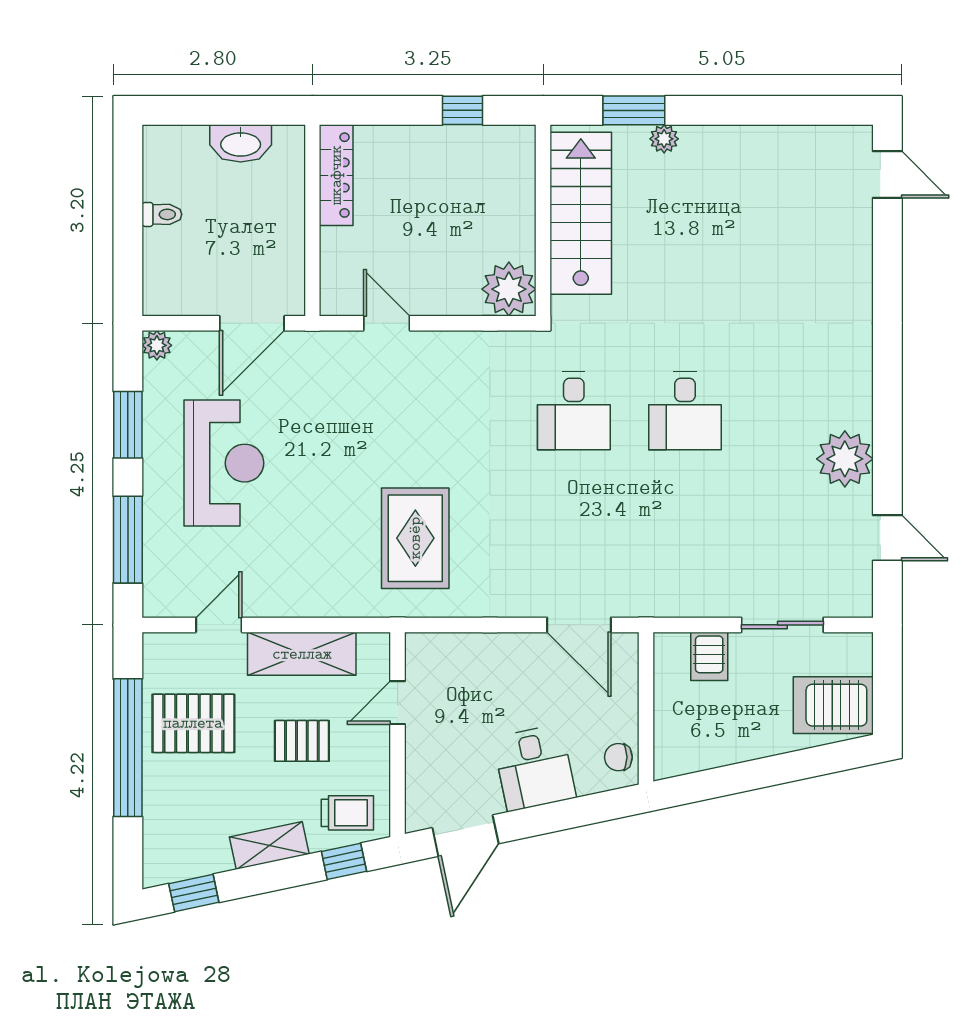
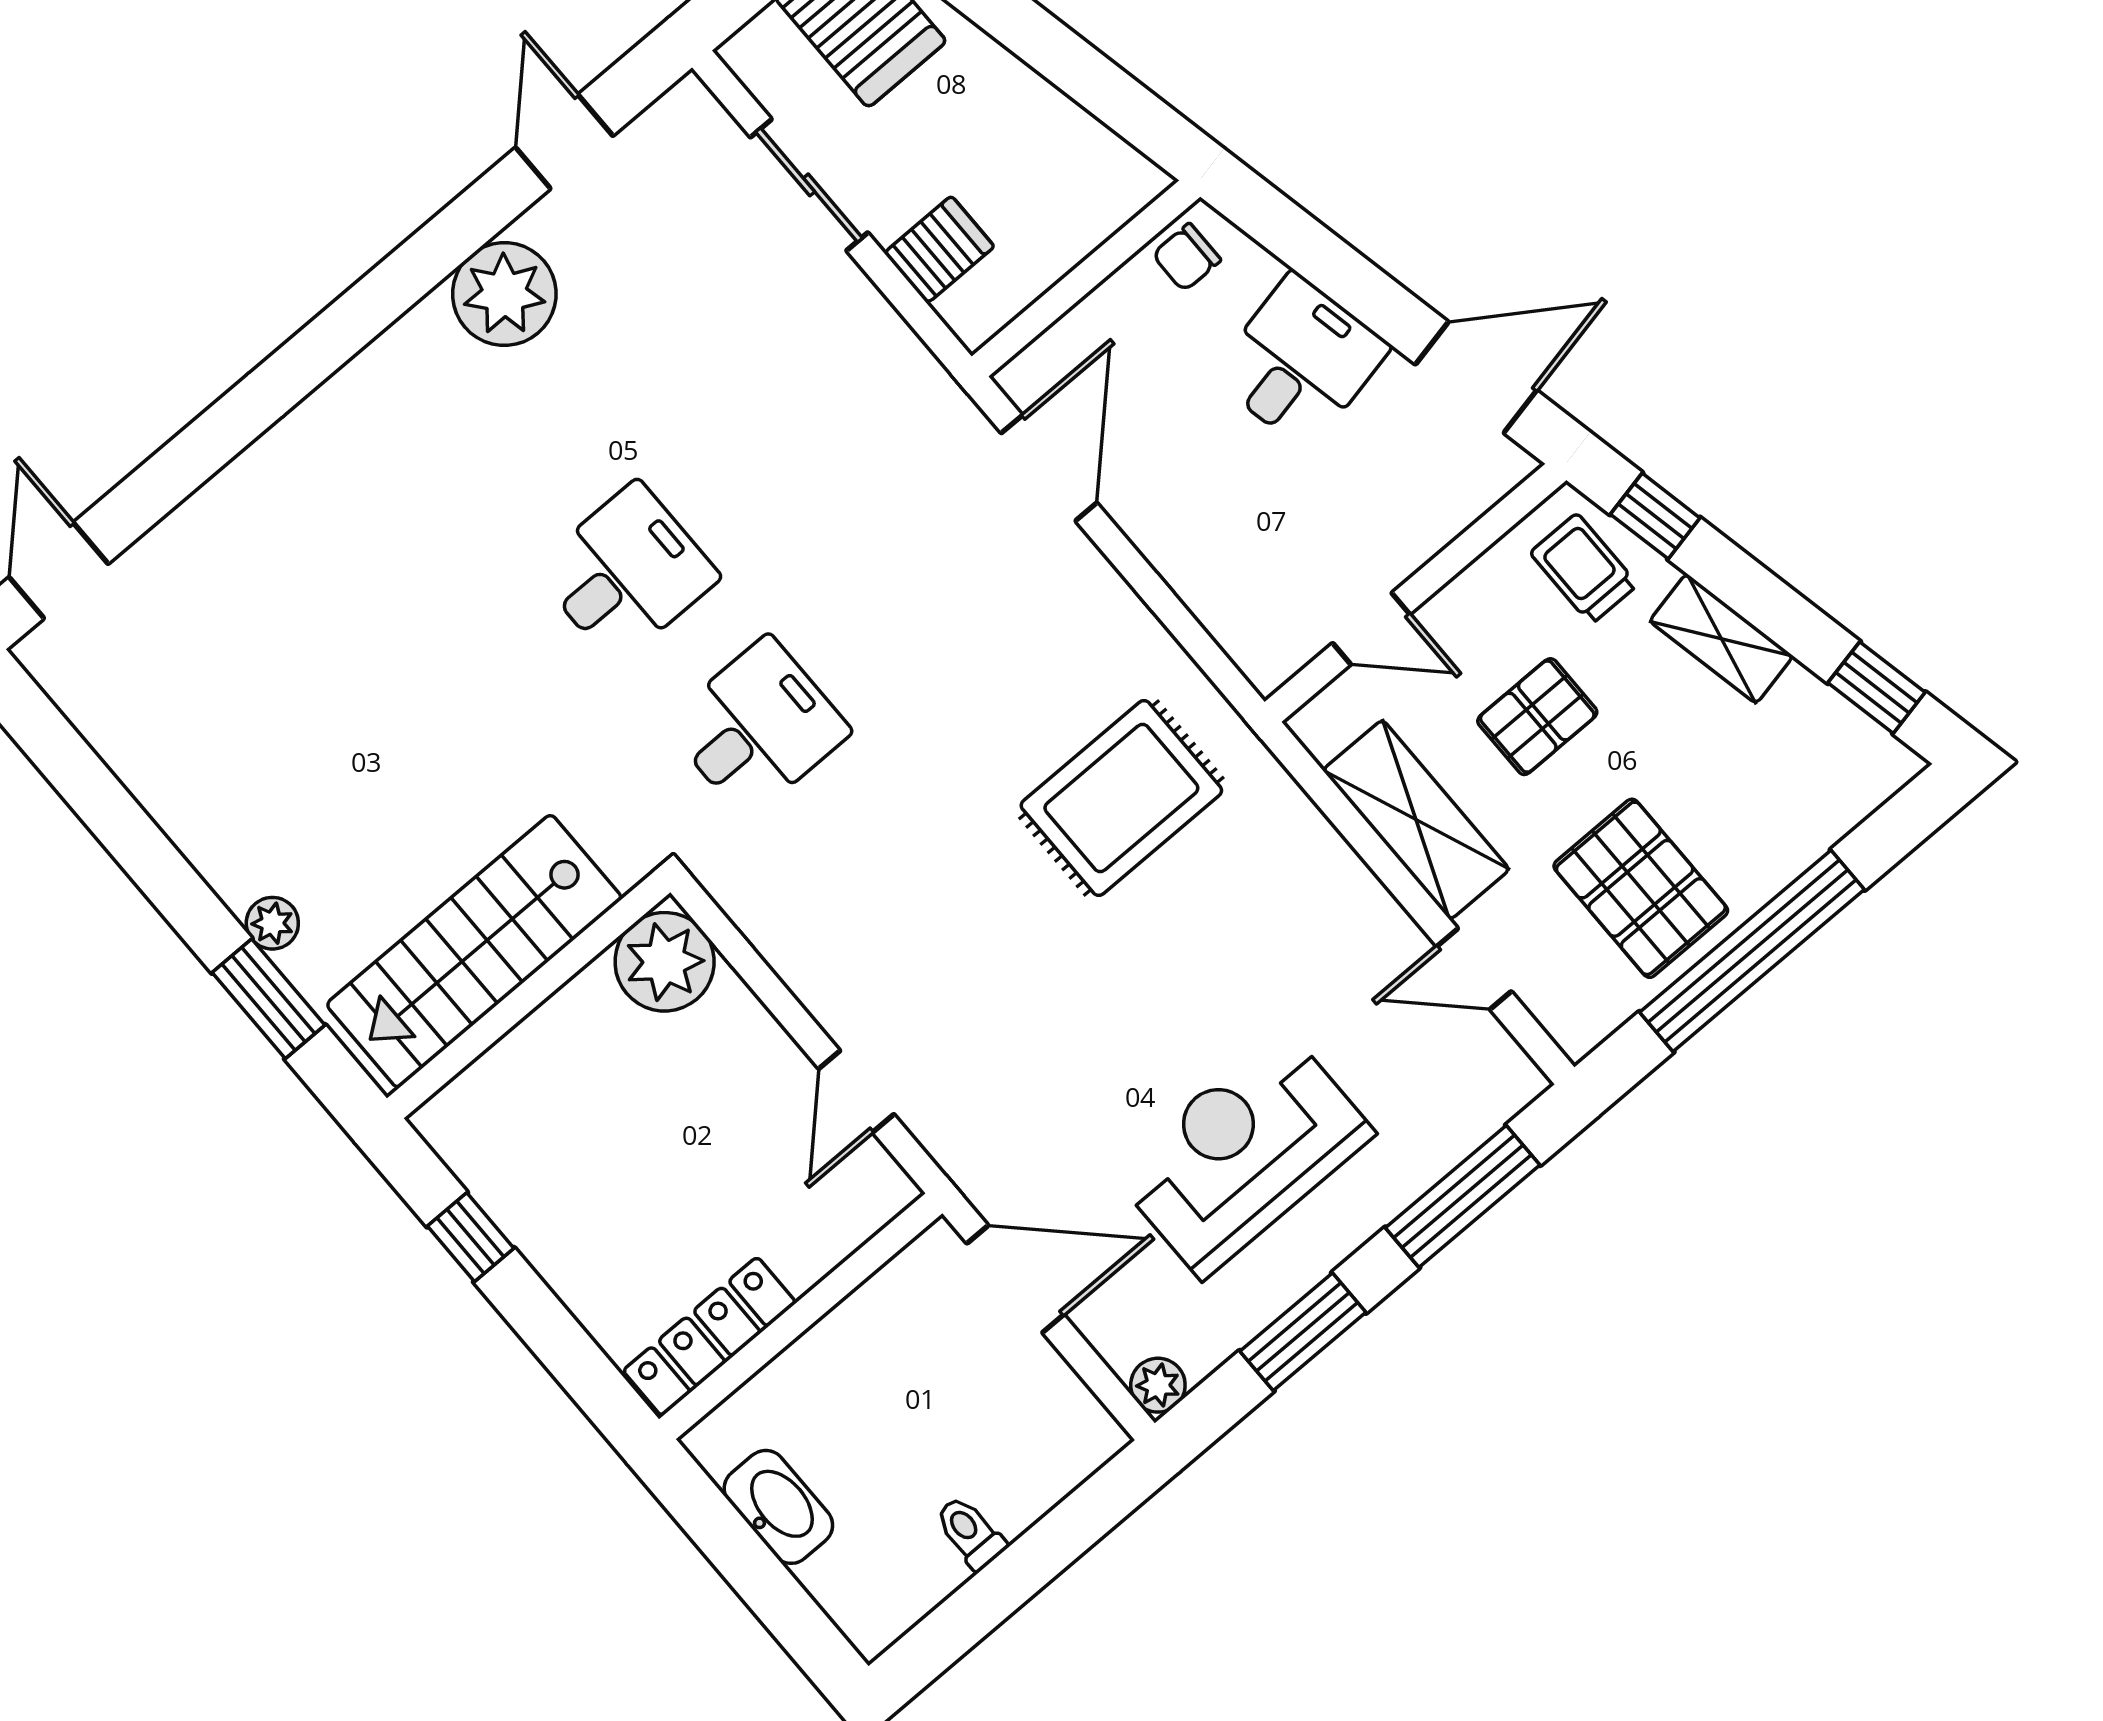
pallet: (302, 741) -> (1537, 717), turned 90
chair: (618, 757) -> (1187, 257), turned 90

